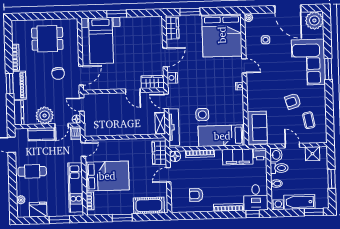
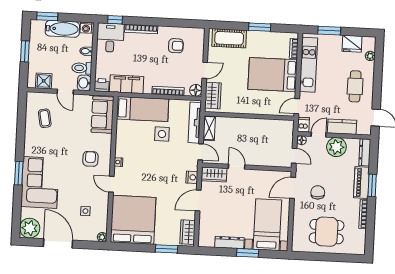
dresser: (134, 22) -> (229, 243), added
armchair: (293, 101) -> (90, 159), moved, turned -73
cafe table: (32, 171) -> (355, 86), turned 90

